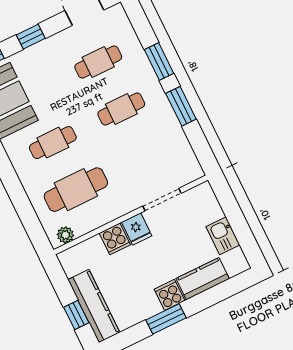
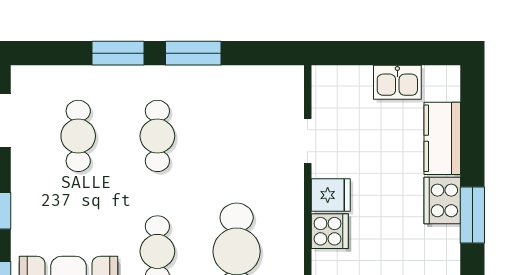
doorway: (162, 200) -> (308, 141), width x0.73
cooker: (170, 295) -> (442, 200), width x1.36

